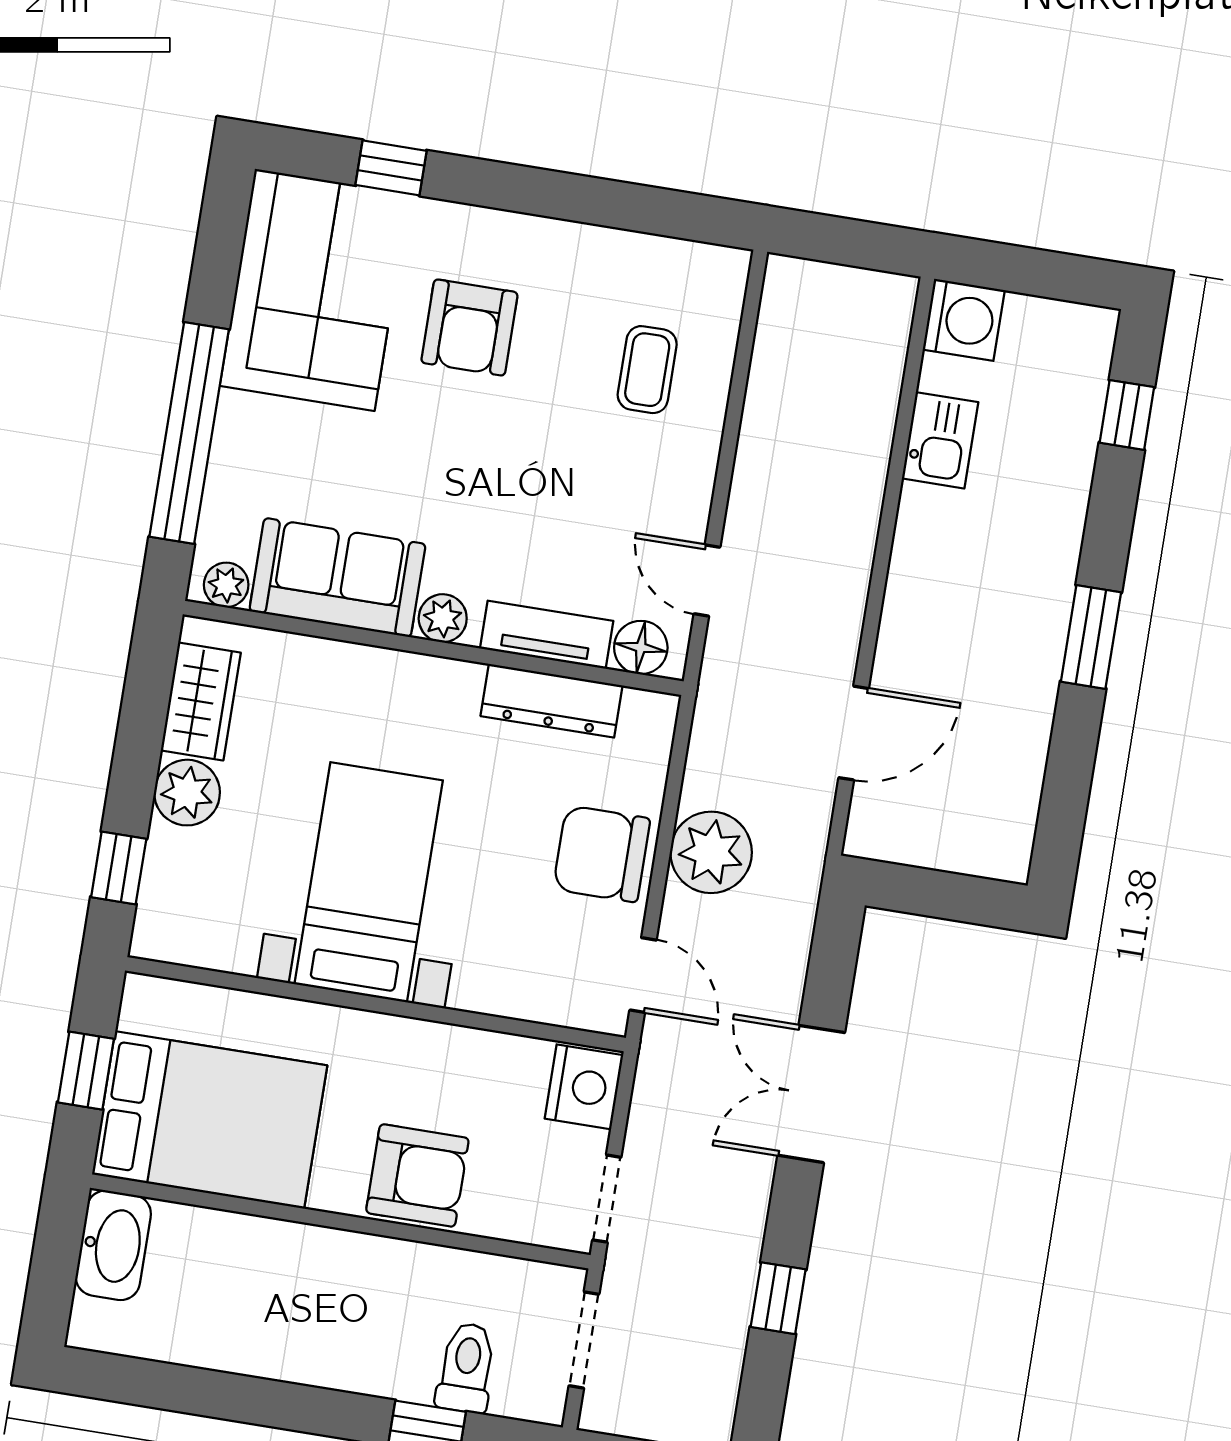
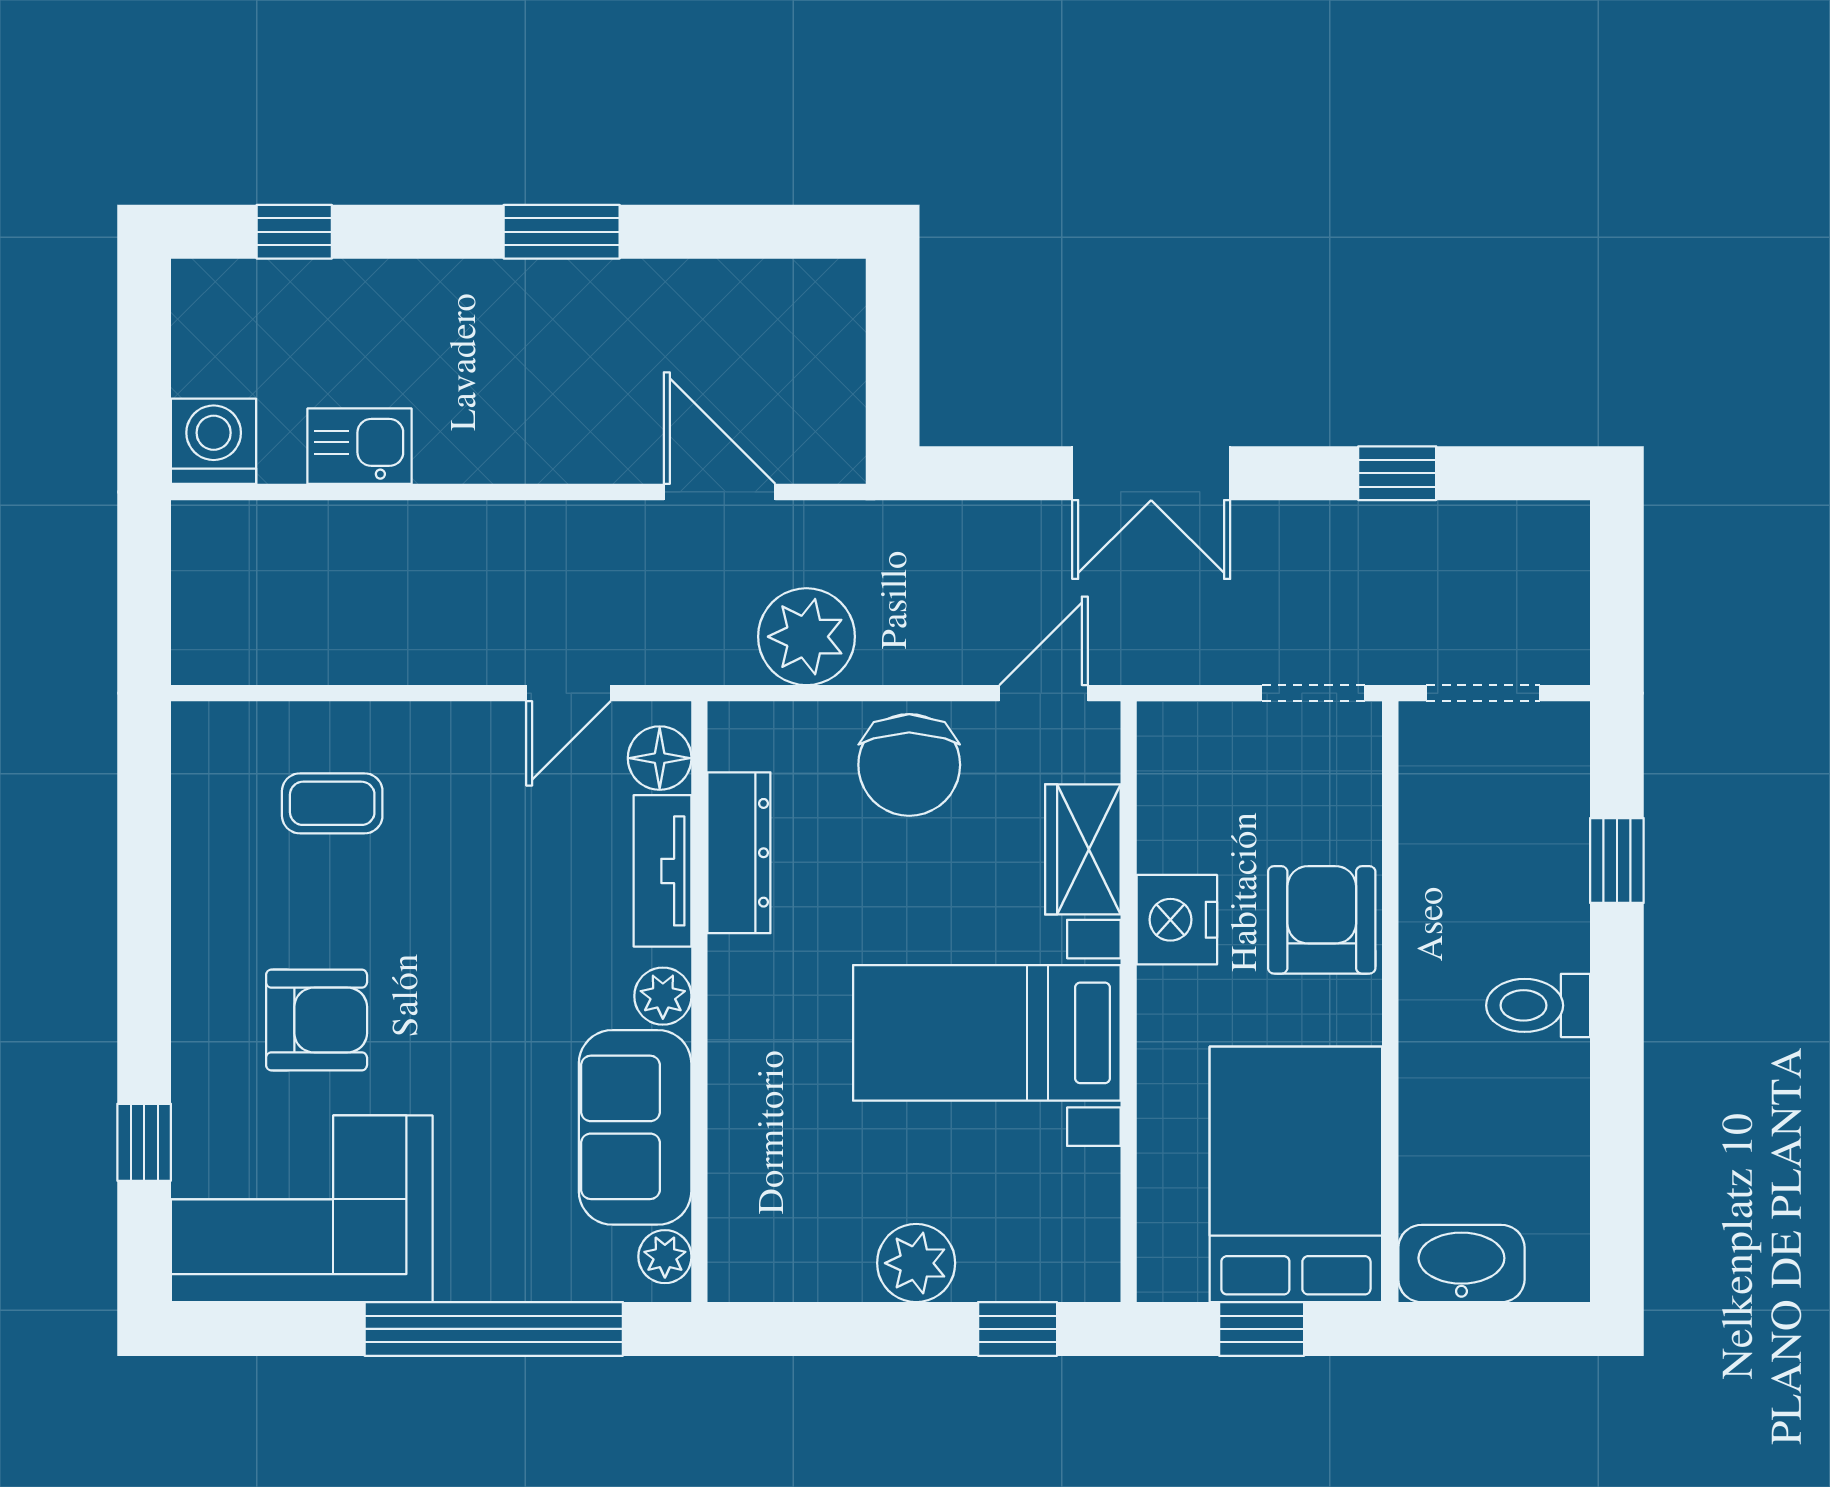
wardrobe: (201, 701) -> (1083, 849), moved, turned -90
plant: (711, 852) -> (806, 637), moved
nightstand: (584, 1087) -> (1177, 920), moved, turned -90
toilet: (466, 1368) -> (1538, 1005), moved

